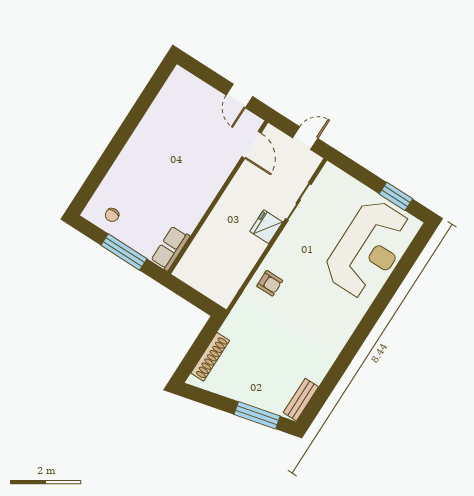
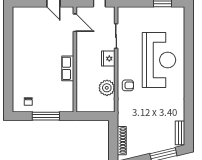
row of seats: (170, 248) -> (68, 68), moved
reception desk: (368, 249) -> (159, 60), moved
plant: (237, 267) -> (107, 88), added

